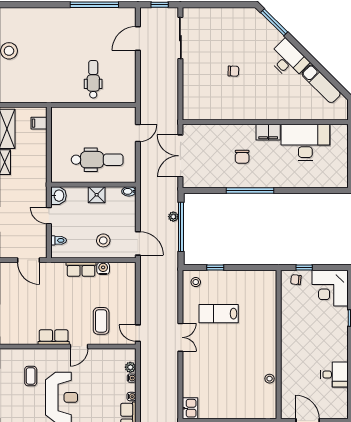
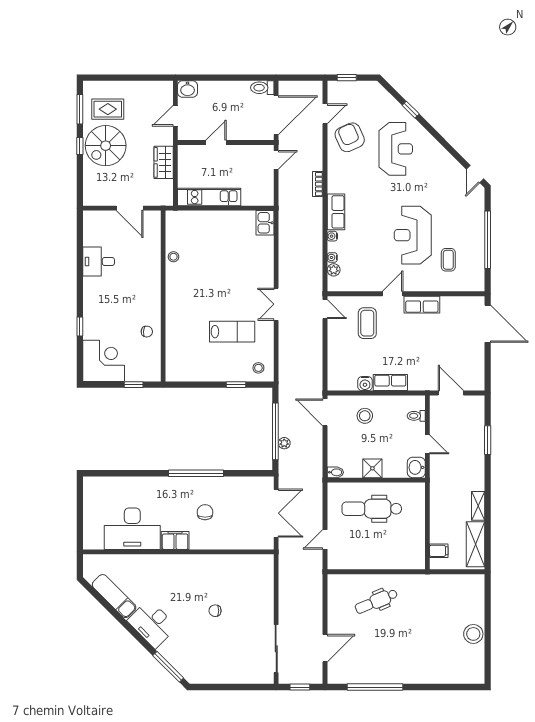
dental chair: (93, 79) -> (376, 601), turned 67
chair: (296, 280) -> (147, 332), moved

